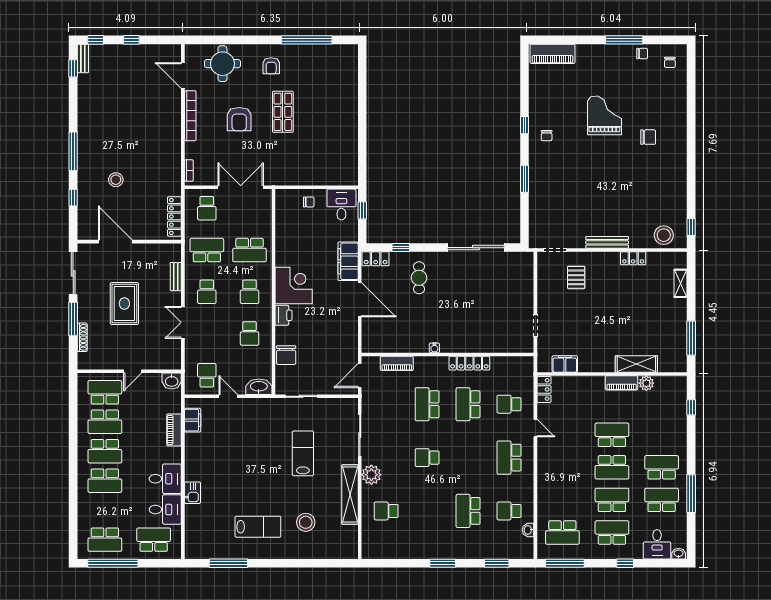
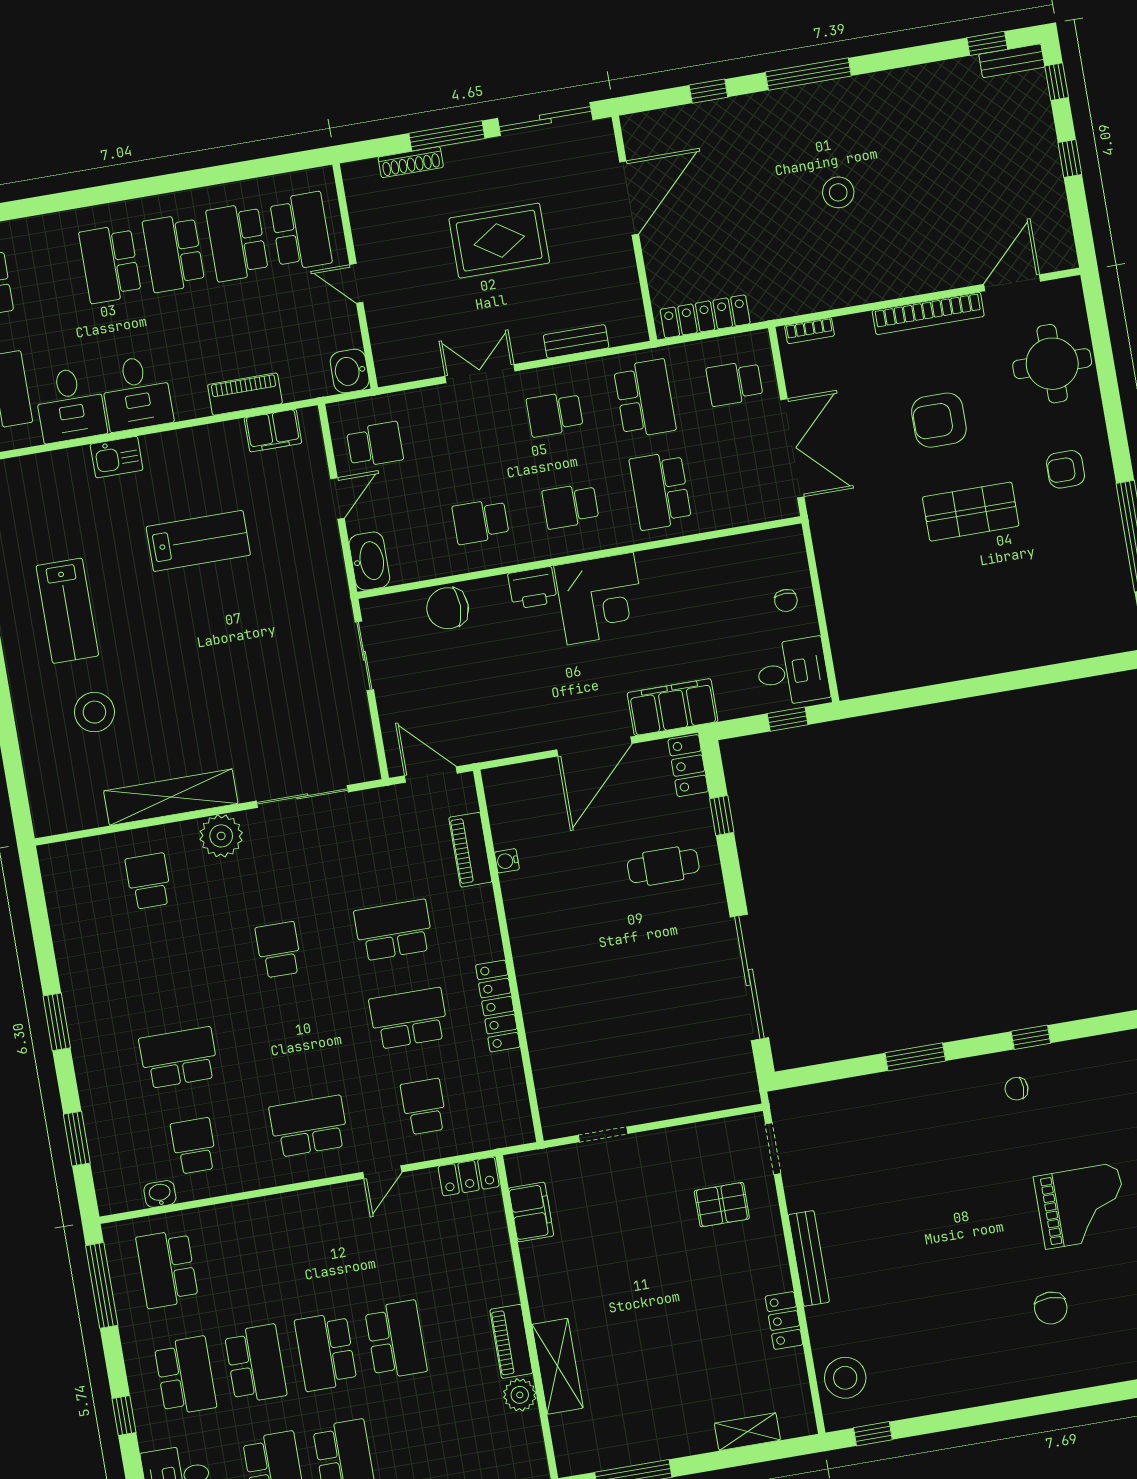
stool: (116, 180) -> (838, 192), moved
water cooler: (434, 348) -> (507, 861), moved
lab bench: (303, 453) -> (198, 541), moved

